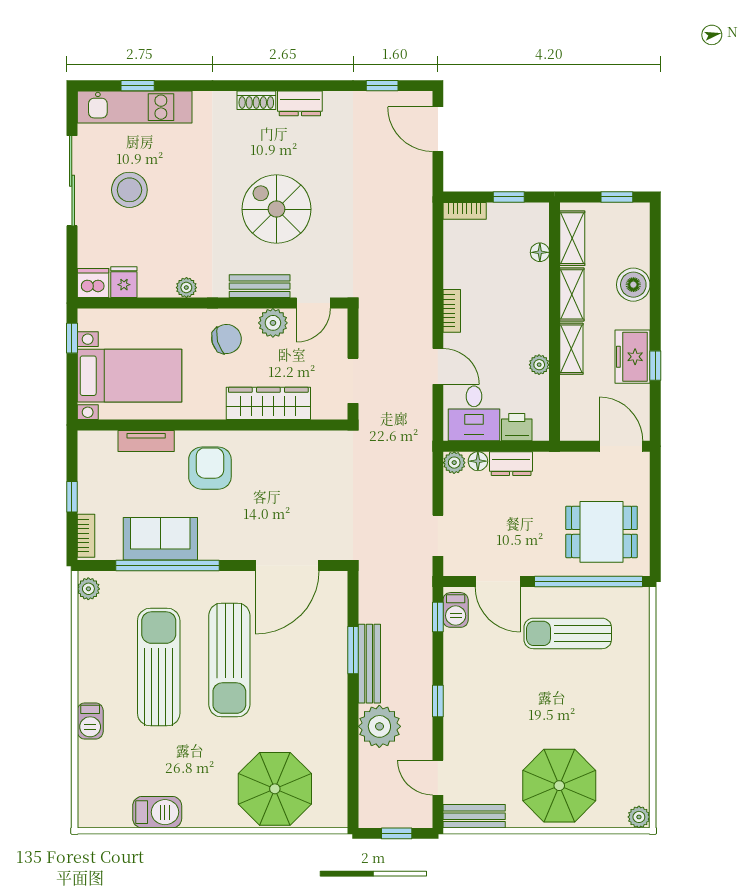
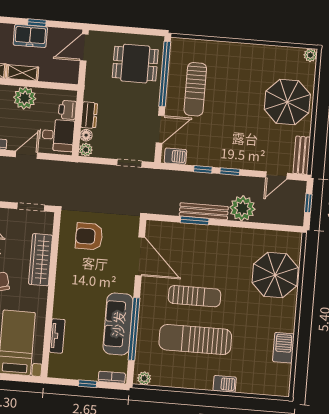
plant: (539, 365) -> (25, 98), width x1.87, depth x1.87
armchair: (210, 468) -> (89, 236), moved
dining table: (602, 532) -> (135, 64), turned 90
sofa: (160, 539) -> (118, 324), width x1.36
window: (438, 617) -> (203, 169), moved
sun lounger: (229, 660) -> (195, 296), width x0.73, depth x0.75

